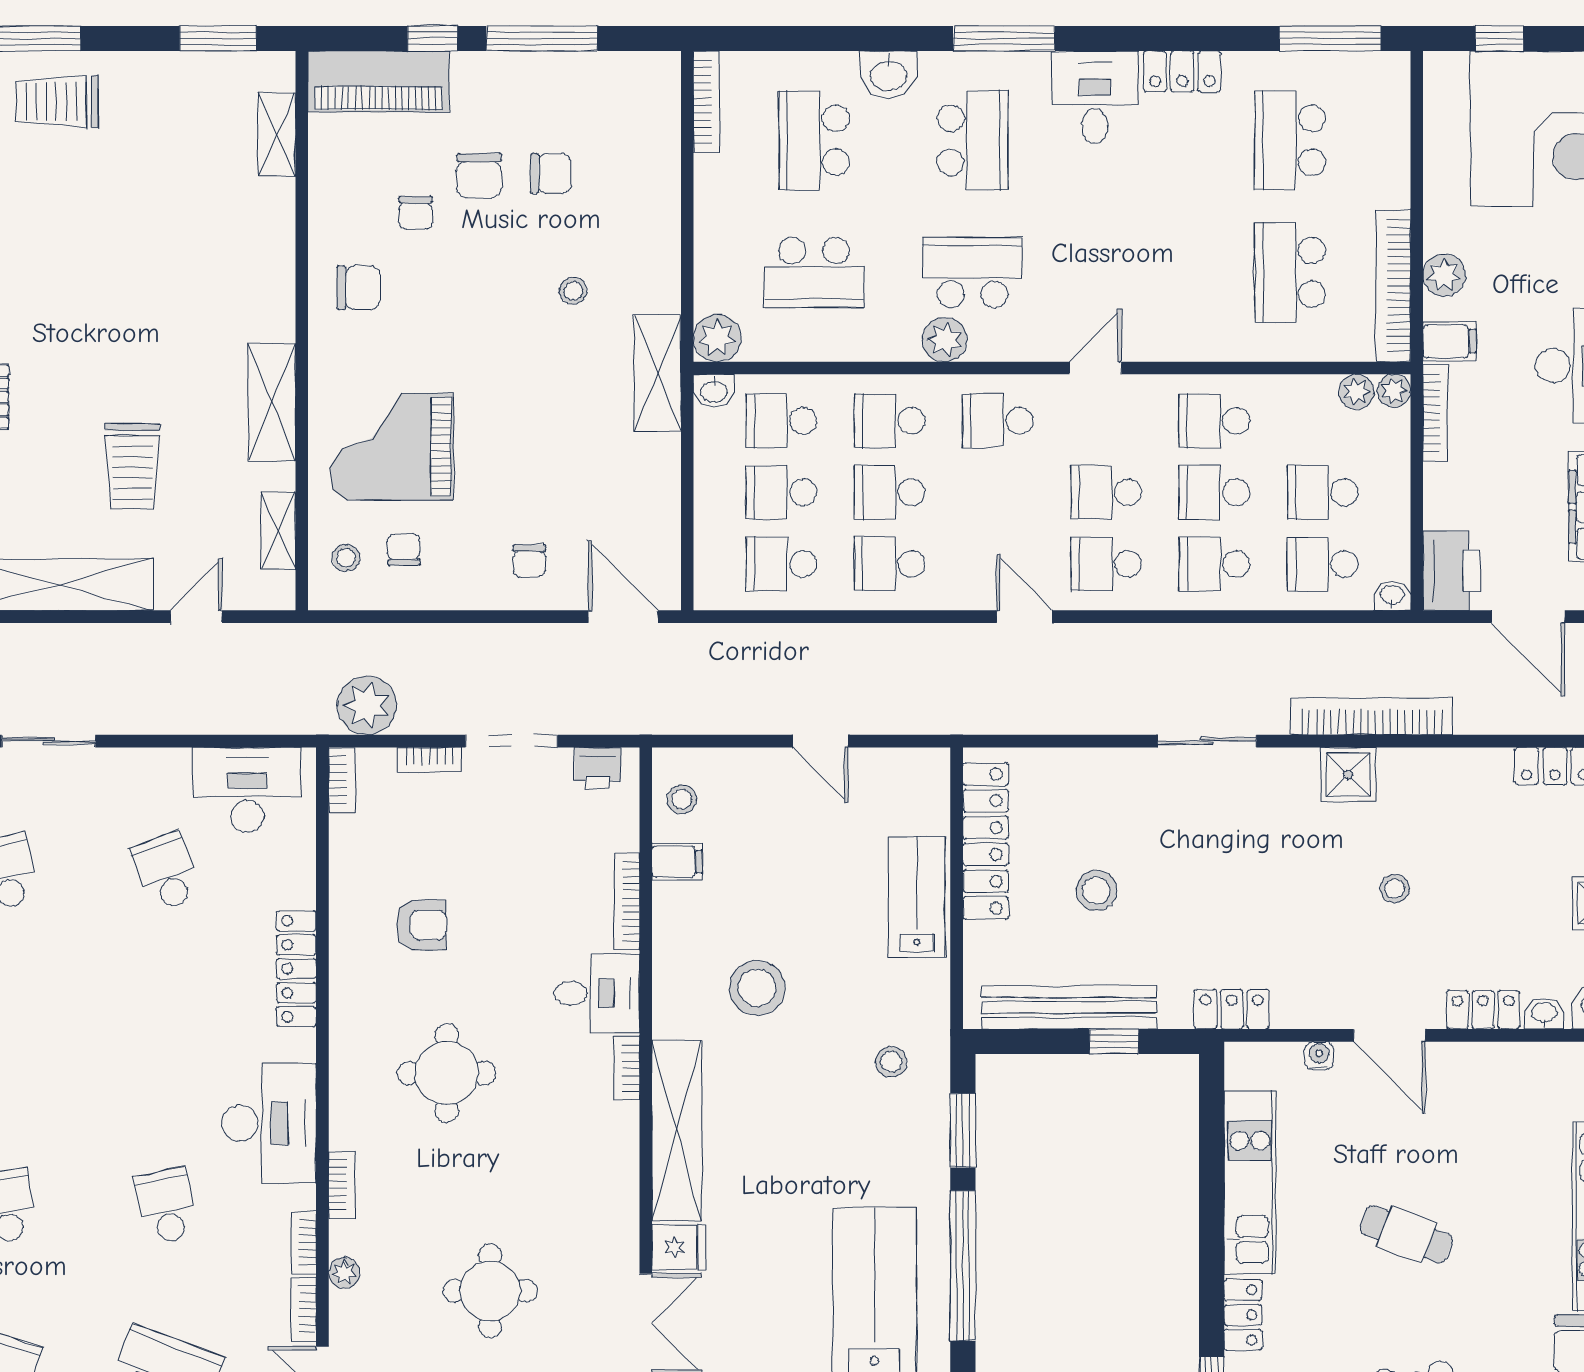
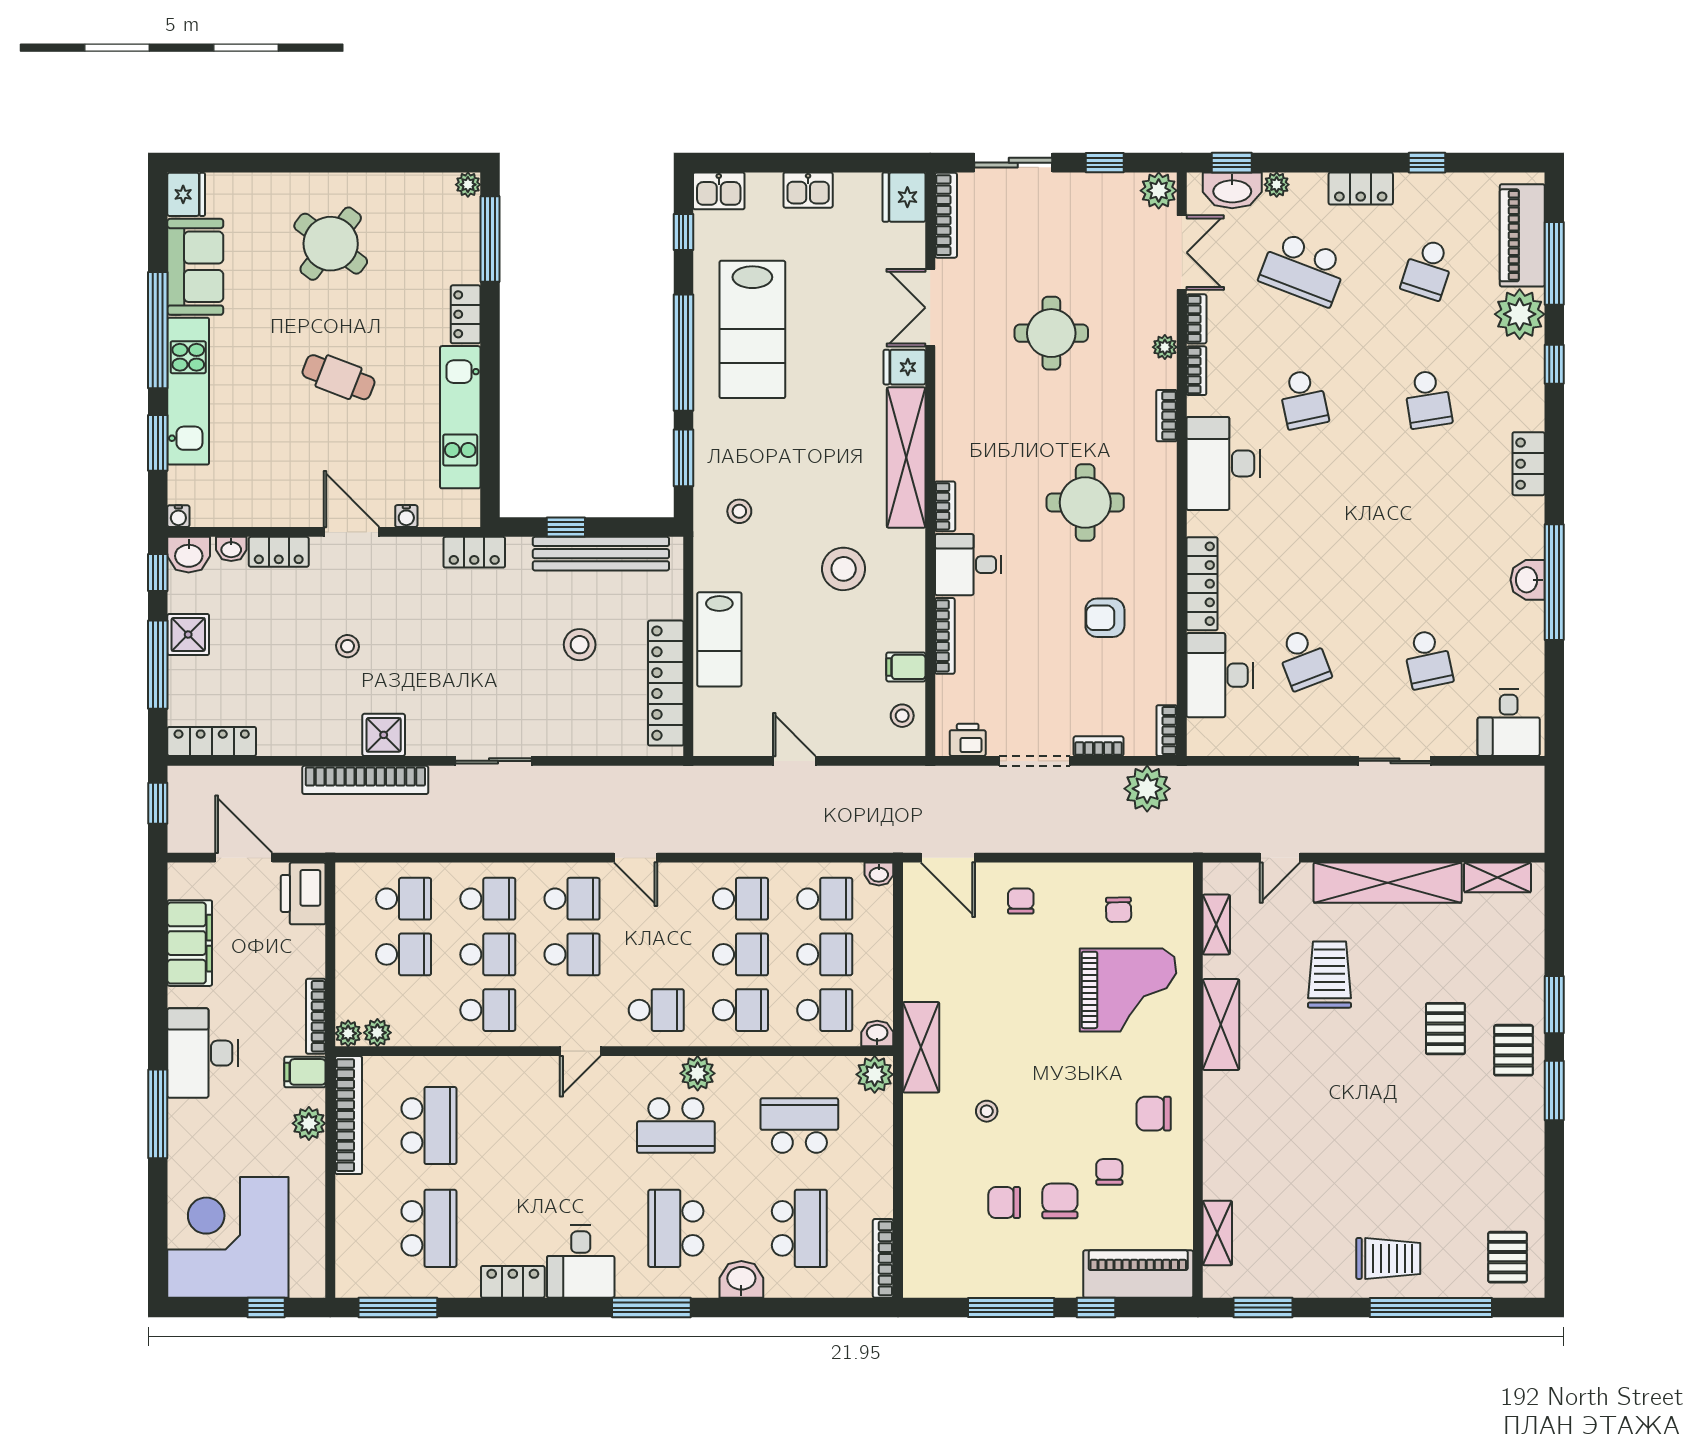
stool: (346, 558) -> (1163, 903), removed
washbasin: (1392, 596) -> (879, 874), moved
desk: (247, 790) -> (1220, 675), moved, turned 90

